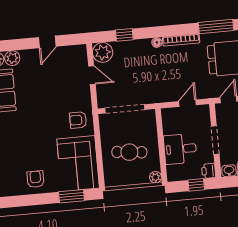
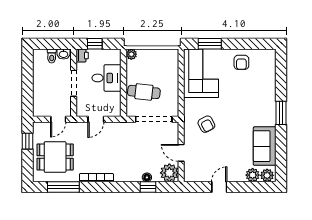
floor lamp: (157, 42) -> (147, 177), moved
armchair: (78, 120) -> (206, 124), moved, turned 62
cafe table: (129, 152) -> (144, 92), moved

